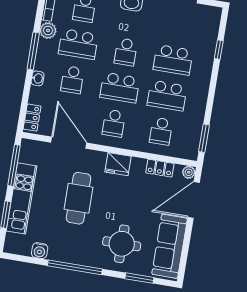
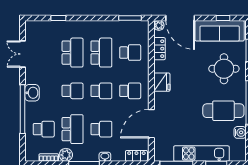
school desk: (120, 88) -> (101, 91), width x0.54
cafe table: (79, 198) -> (223, 111), moved
window: (185, 253) -> (223, 18), added

